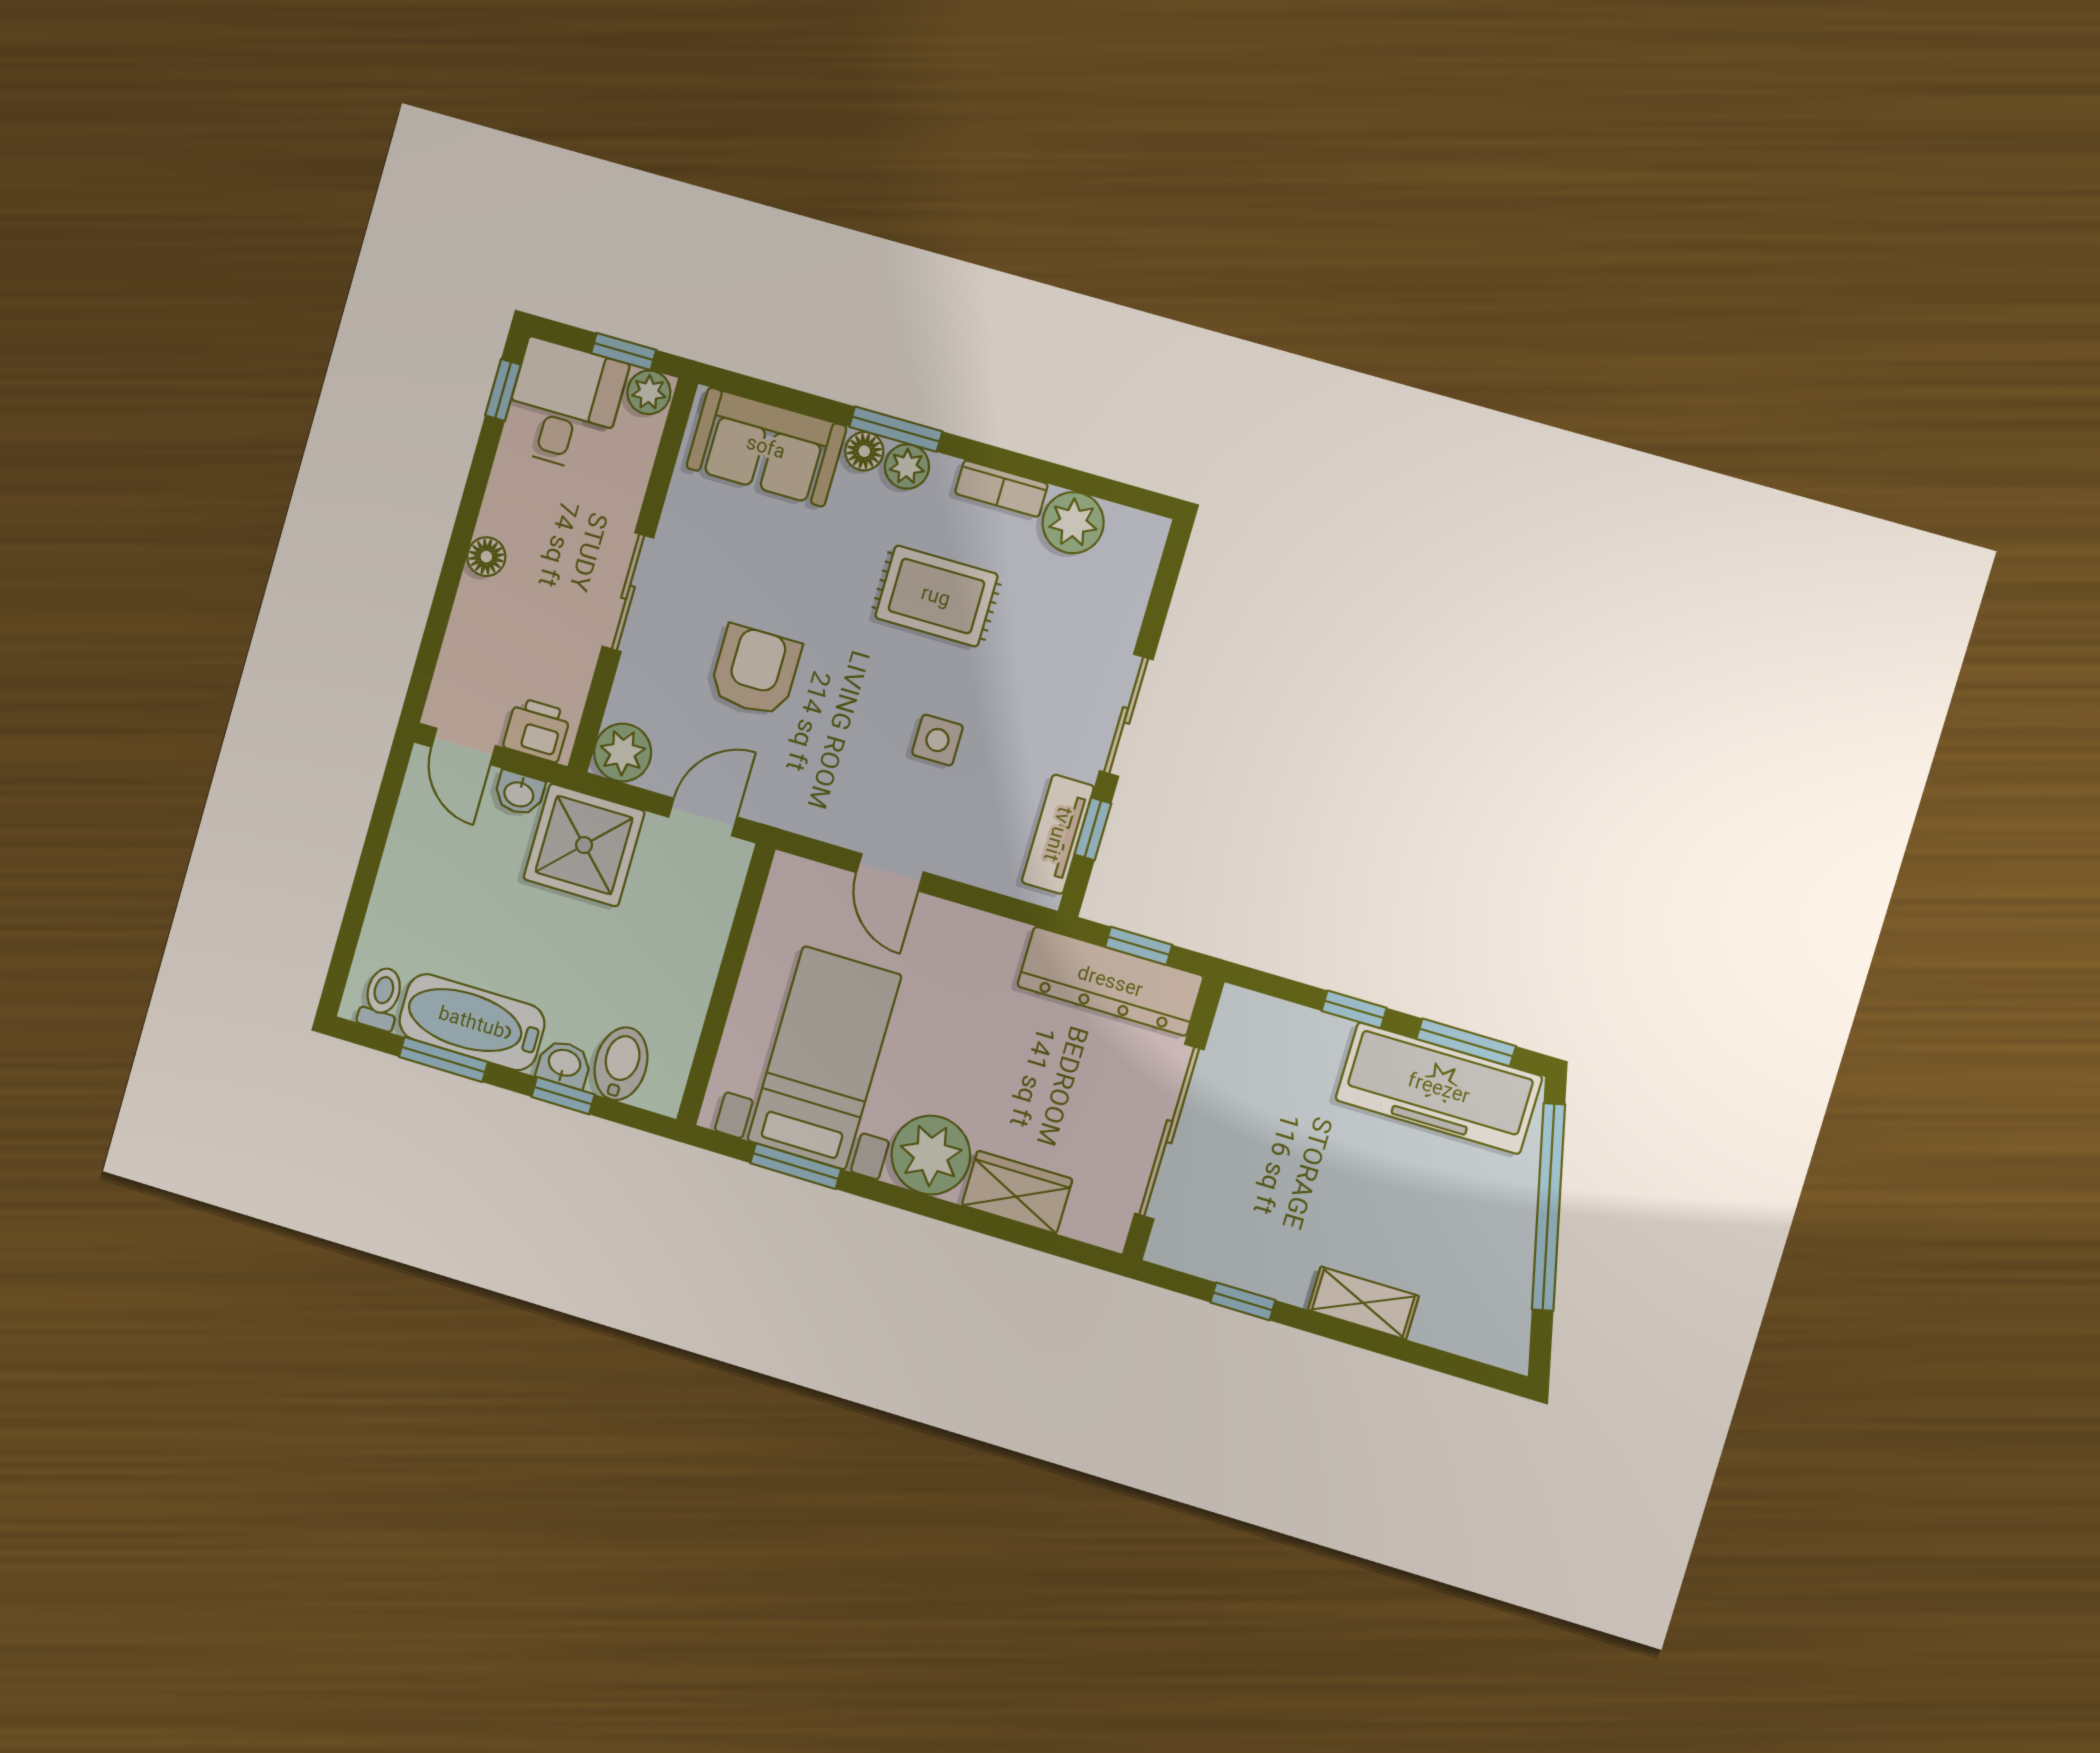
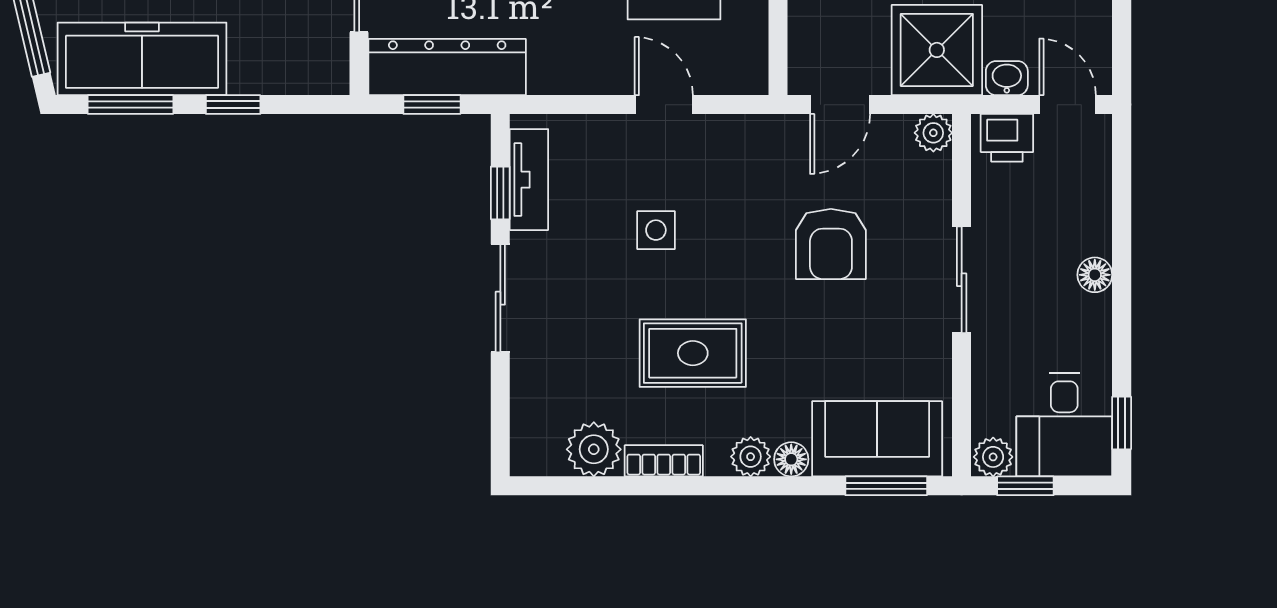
window: (896, 429) -> (886, 486), moved
plant: (623, 753) -> (933, 133), width x0.73, depth x0.73

